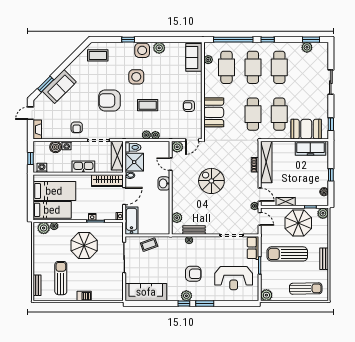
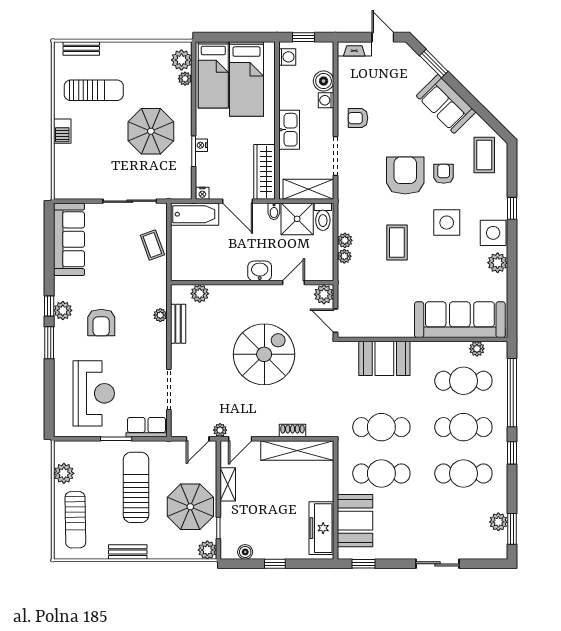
sofa: (194, 57) -> (460, 320), width x1.85, depth x1.27
sofa: (59, 87) -> (446, 104), moved
armchair: (189, 106) -> (444, 174), moved
spiral stairs: (211, 181) -> (264, 354), width x1.37, depth x1.37
reception desk: (234, 278) -> (94, 393), turned 180
plant: (266, 295) -> (64, 473), moved

